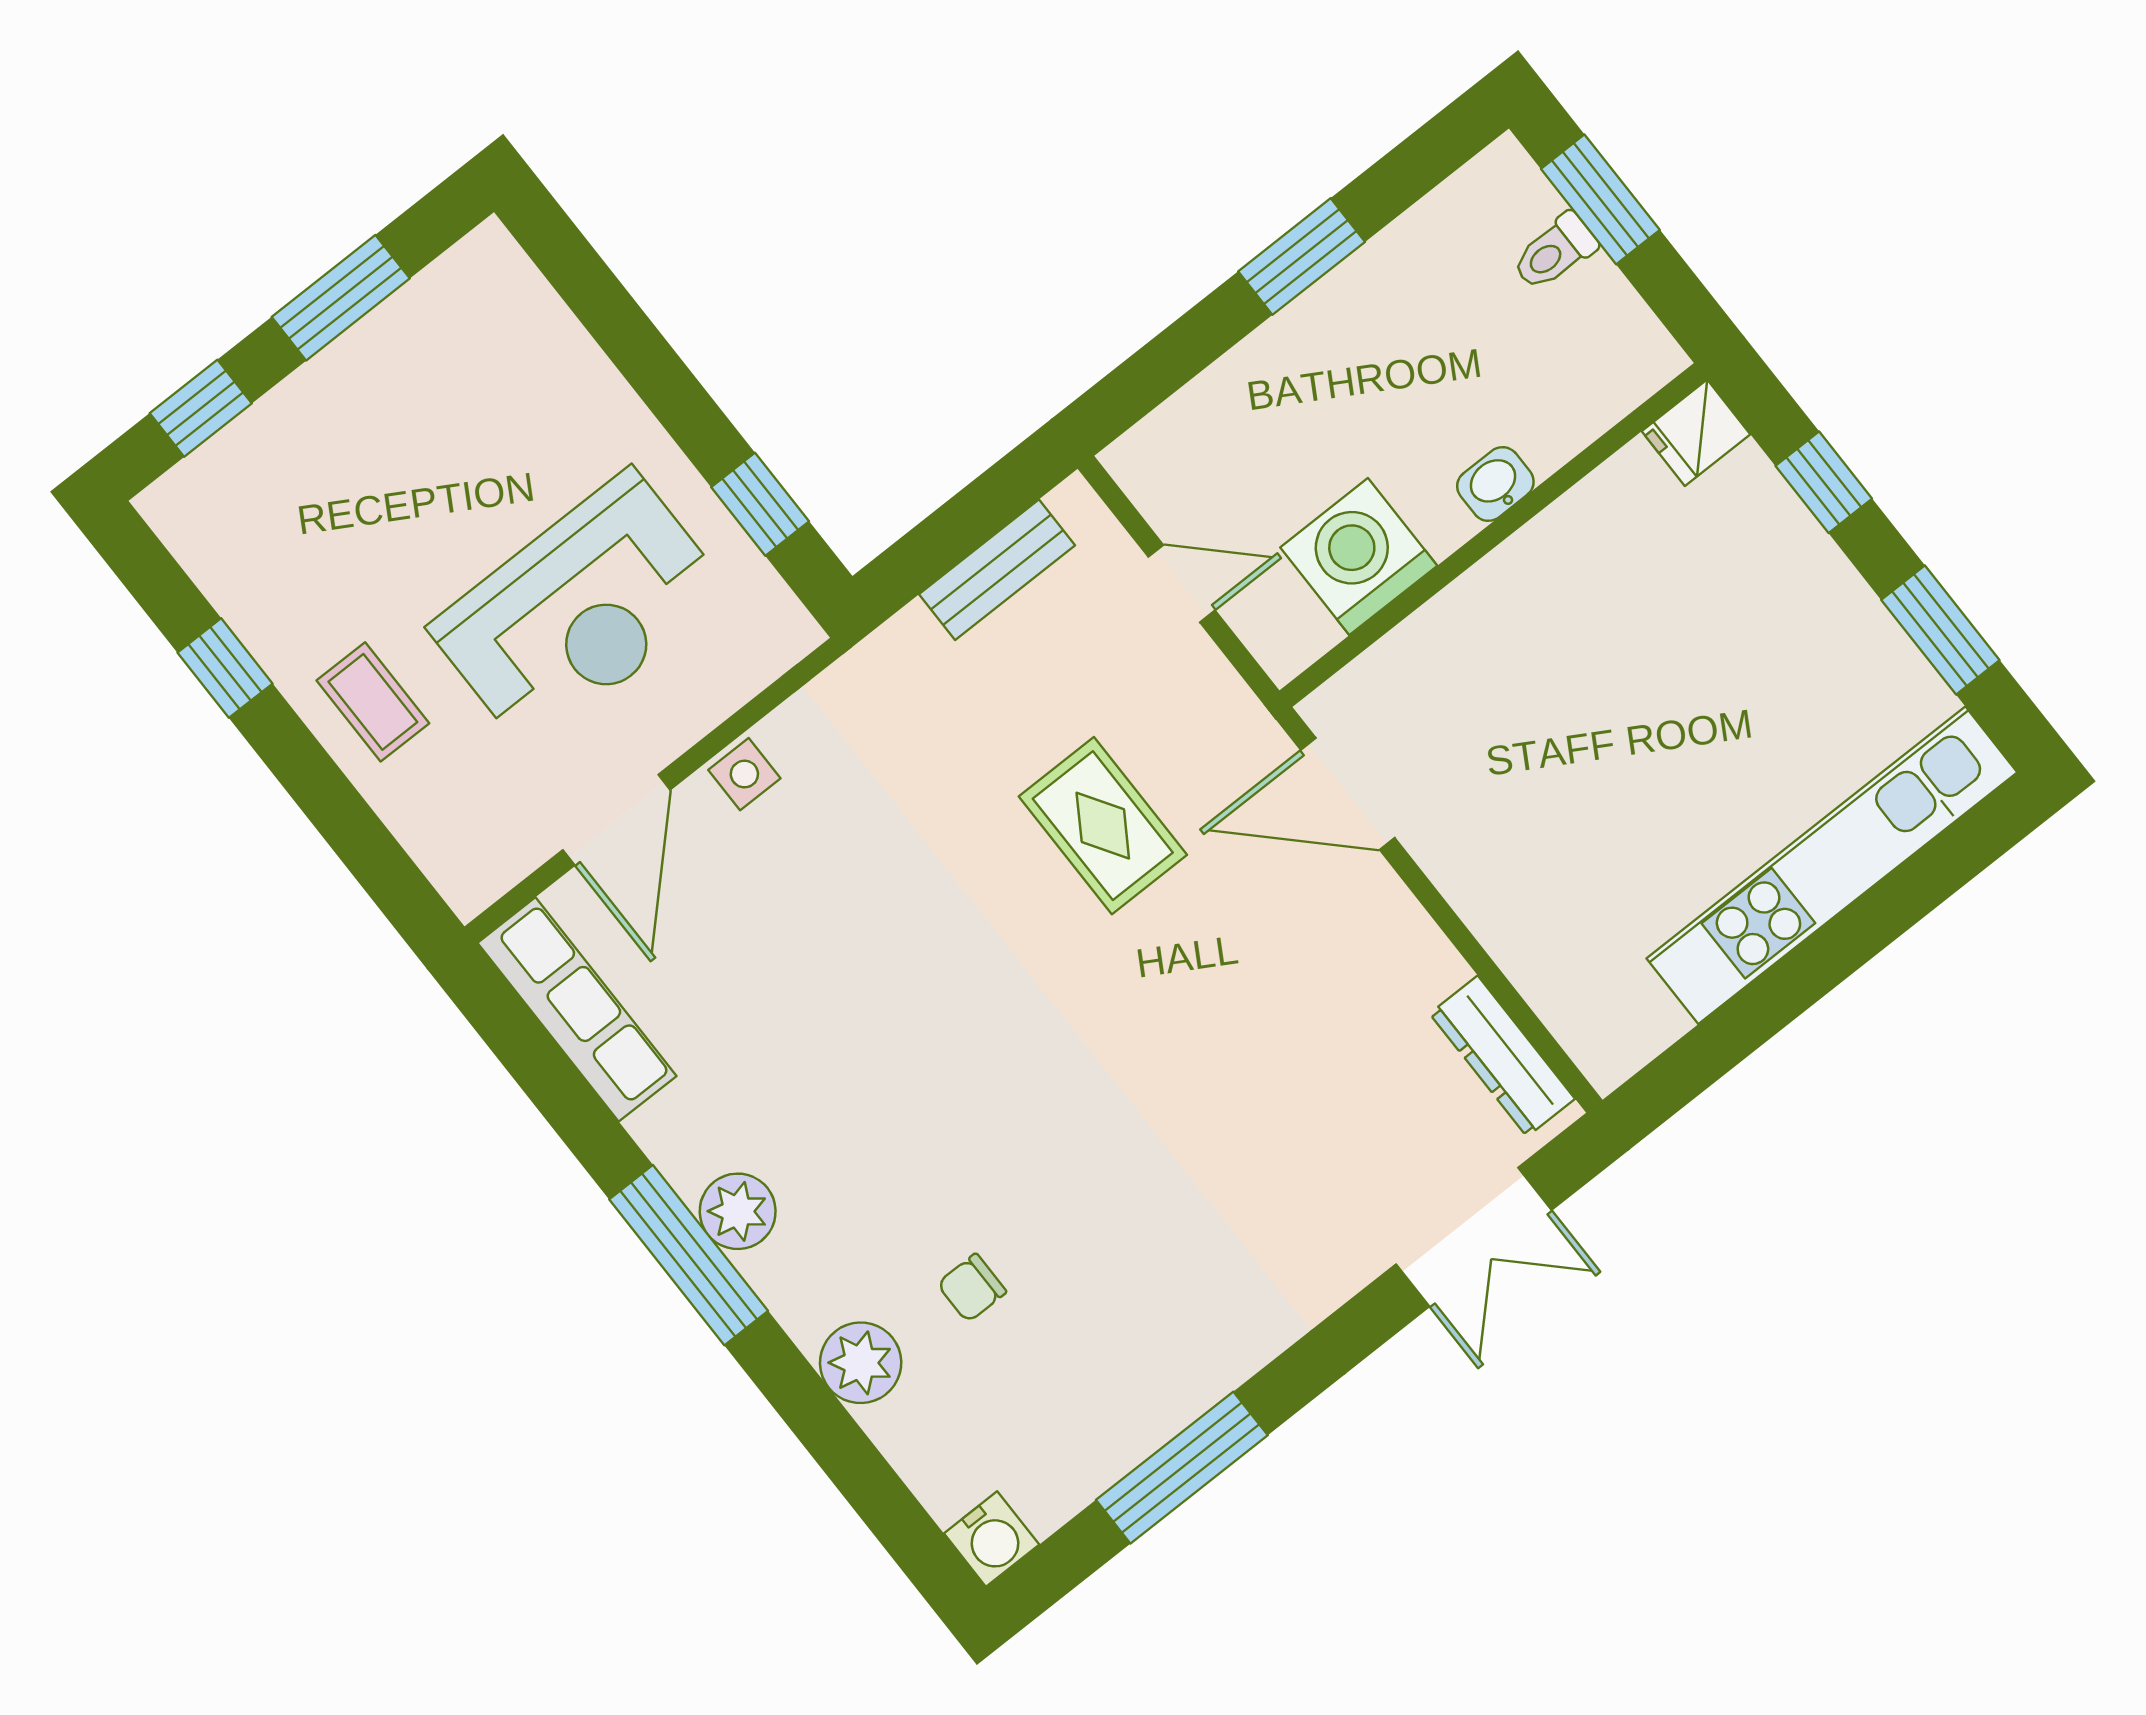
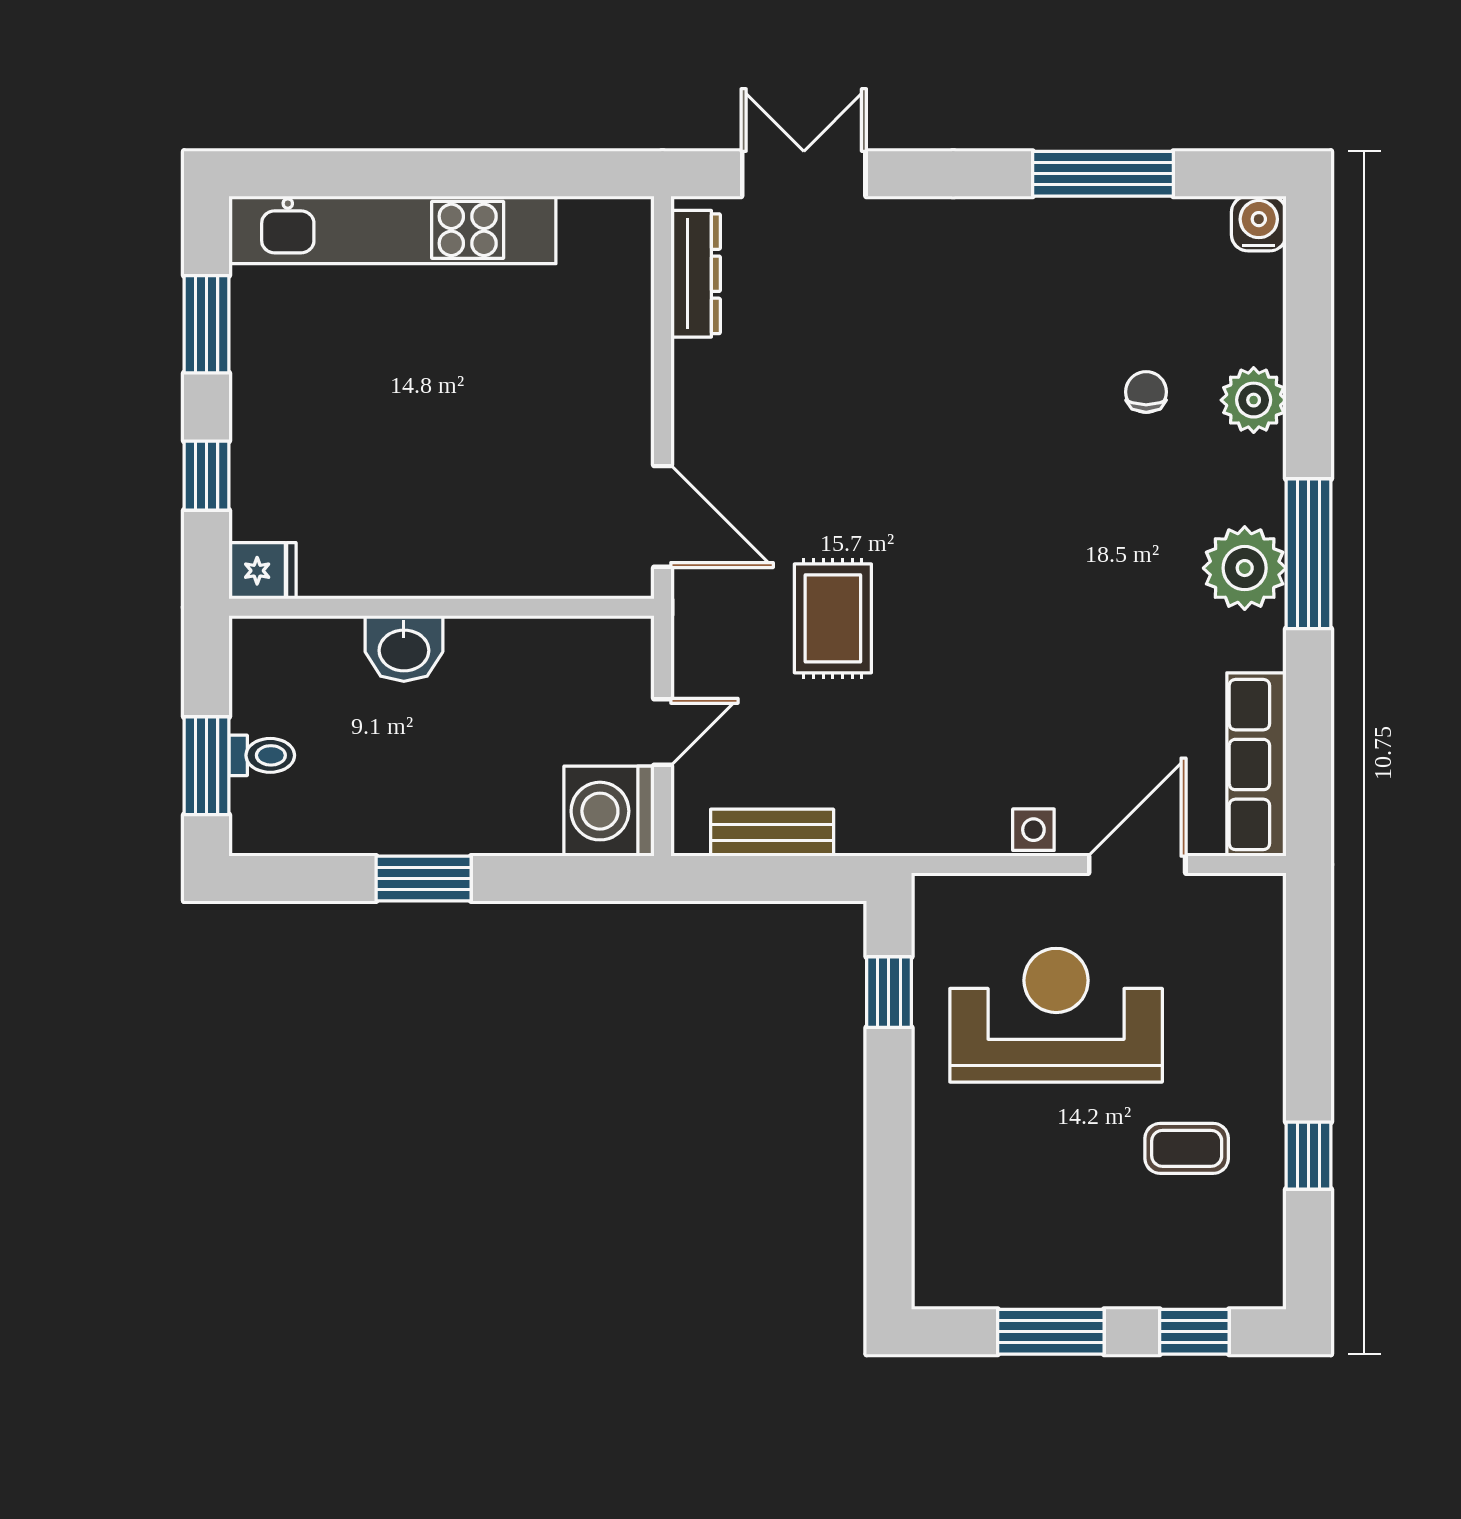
washbasin: (1495, 484) -> (404, 649), width x1.38, depth x1.45
washing machine: (1359, 557) -> (609, 811), moved, turned 90
door: (1182, 584) -> (662, 732), swing flipped
coffee table: (373, 702) -> (1187, 1148), moved, turned 90
plant: (738, 1211) -> (1245, 568), width x1.36, depth x1.36
chair: (972, 1288) -> (1146, 392), turned -90

